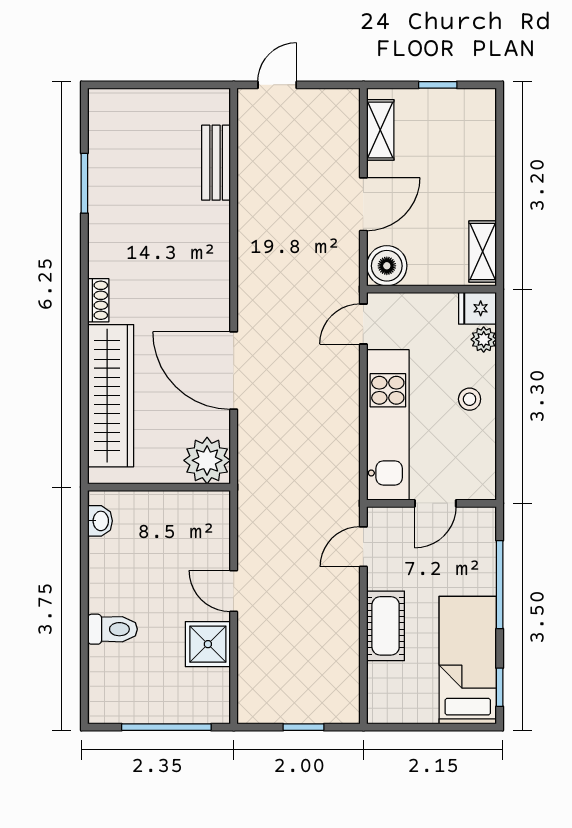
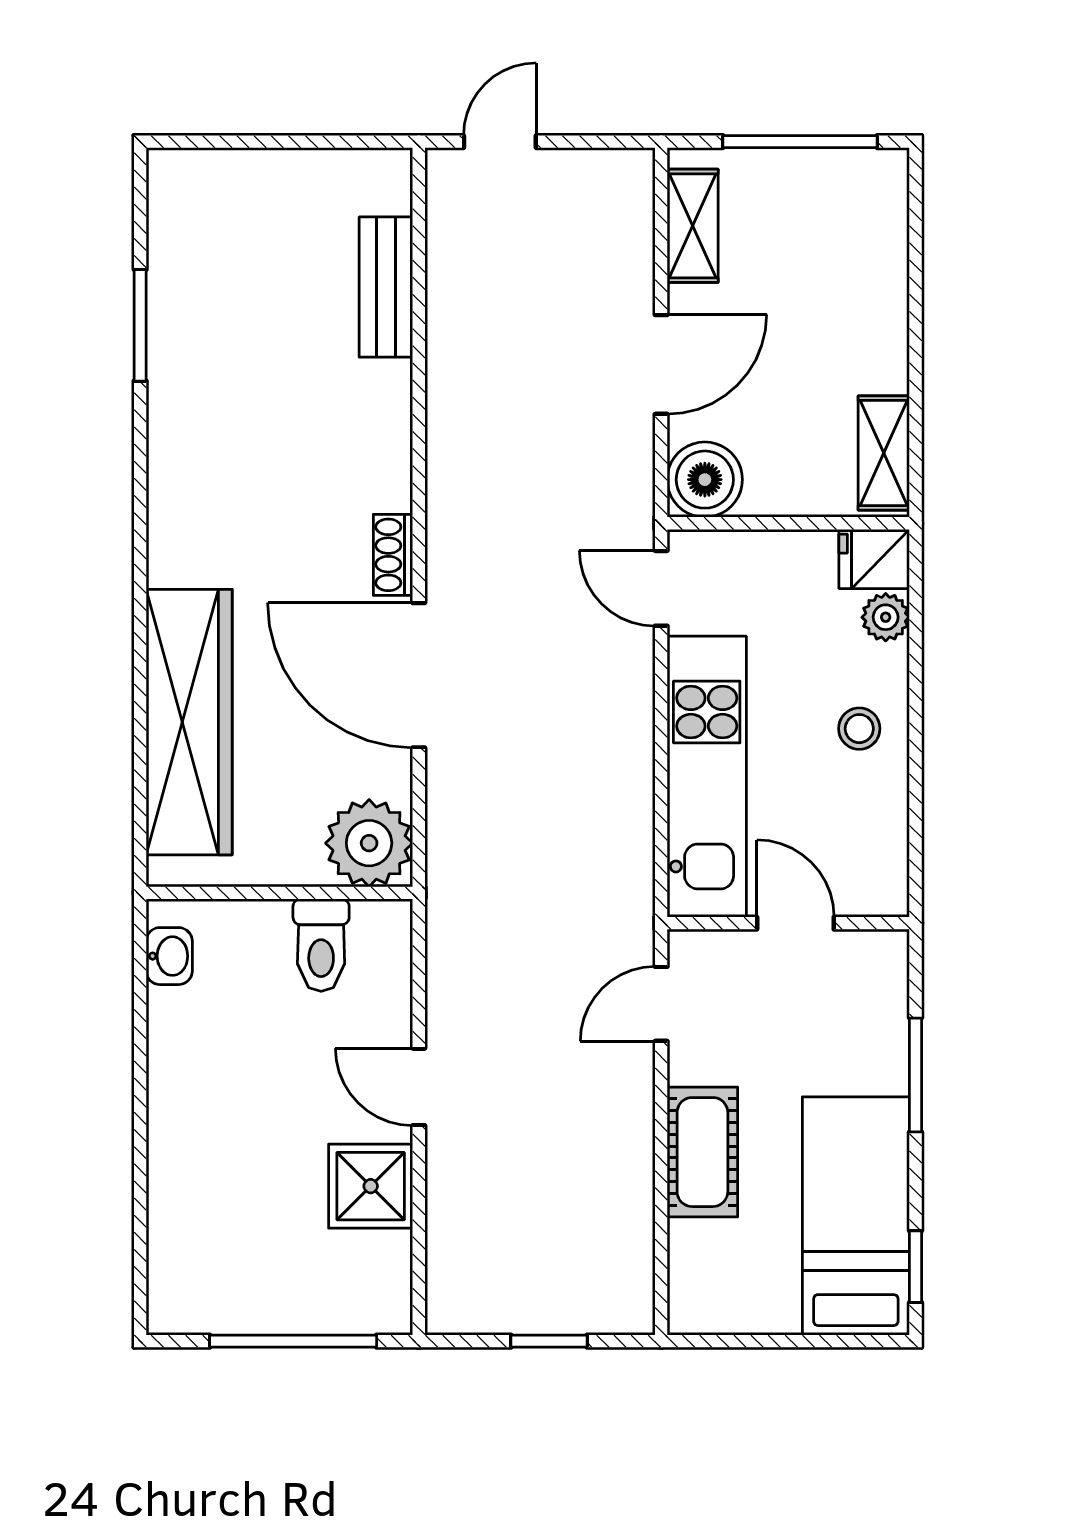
window: (438, 85) -> (800, 142), width x2.17
shoe rack: (98, 300) -> (393, 555), moved, turned 180
door: (363, 324) -> (661, 588), hinge flipped
door: (435, 503) -> (795, 923), swing flipped
window: (500, 585) -> (916, 1075), width x0.69
toilet: (112, 629) -> (321, 945), moved, turned 90

